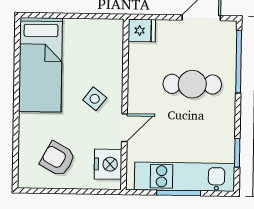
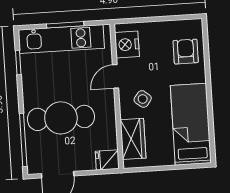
wardrobe: (110, 53) -> (133, 139), added
cafe table: (192, 84) -> (61, 118), width x1.37, depth x1.35
armchair: (58, 159) -> (186, 52), moved, turned -119

